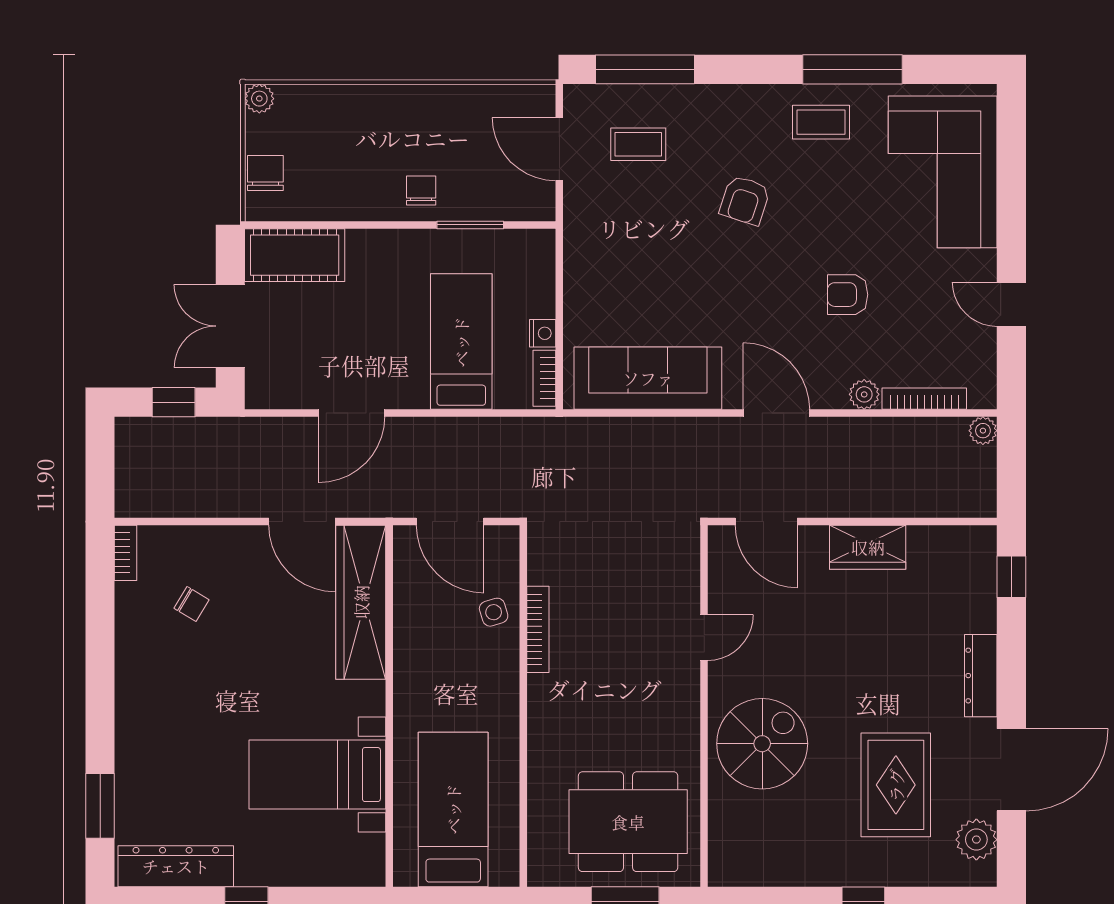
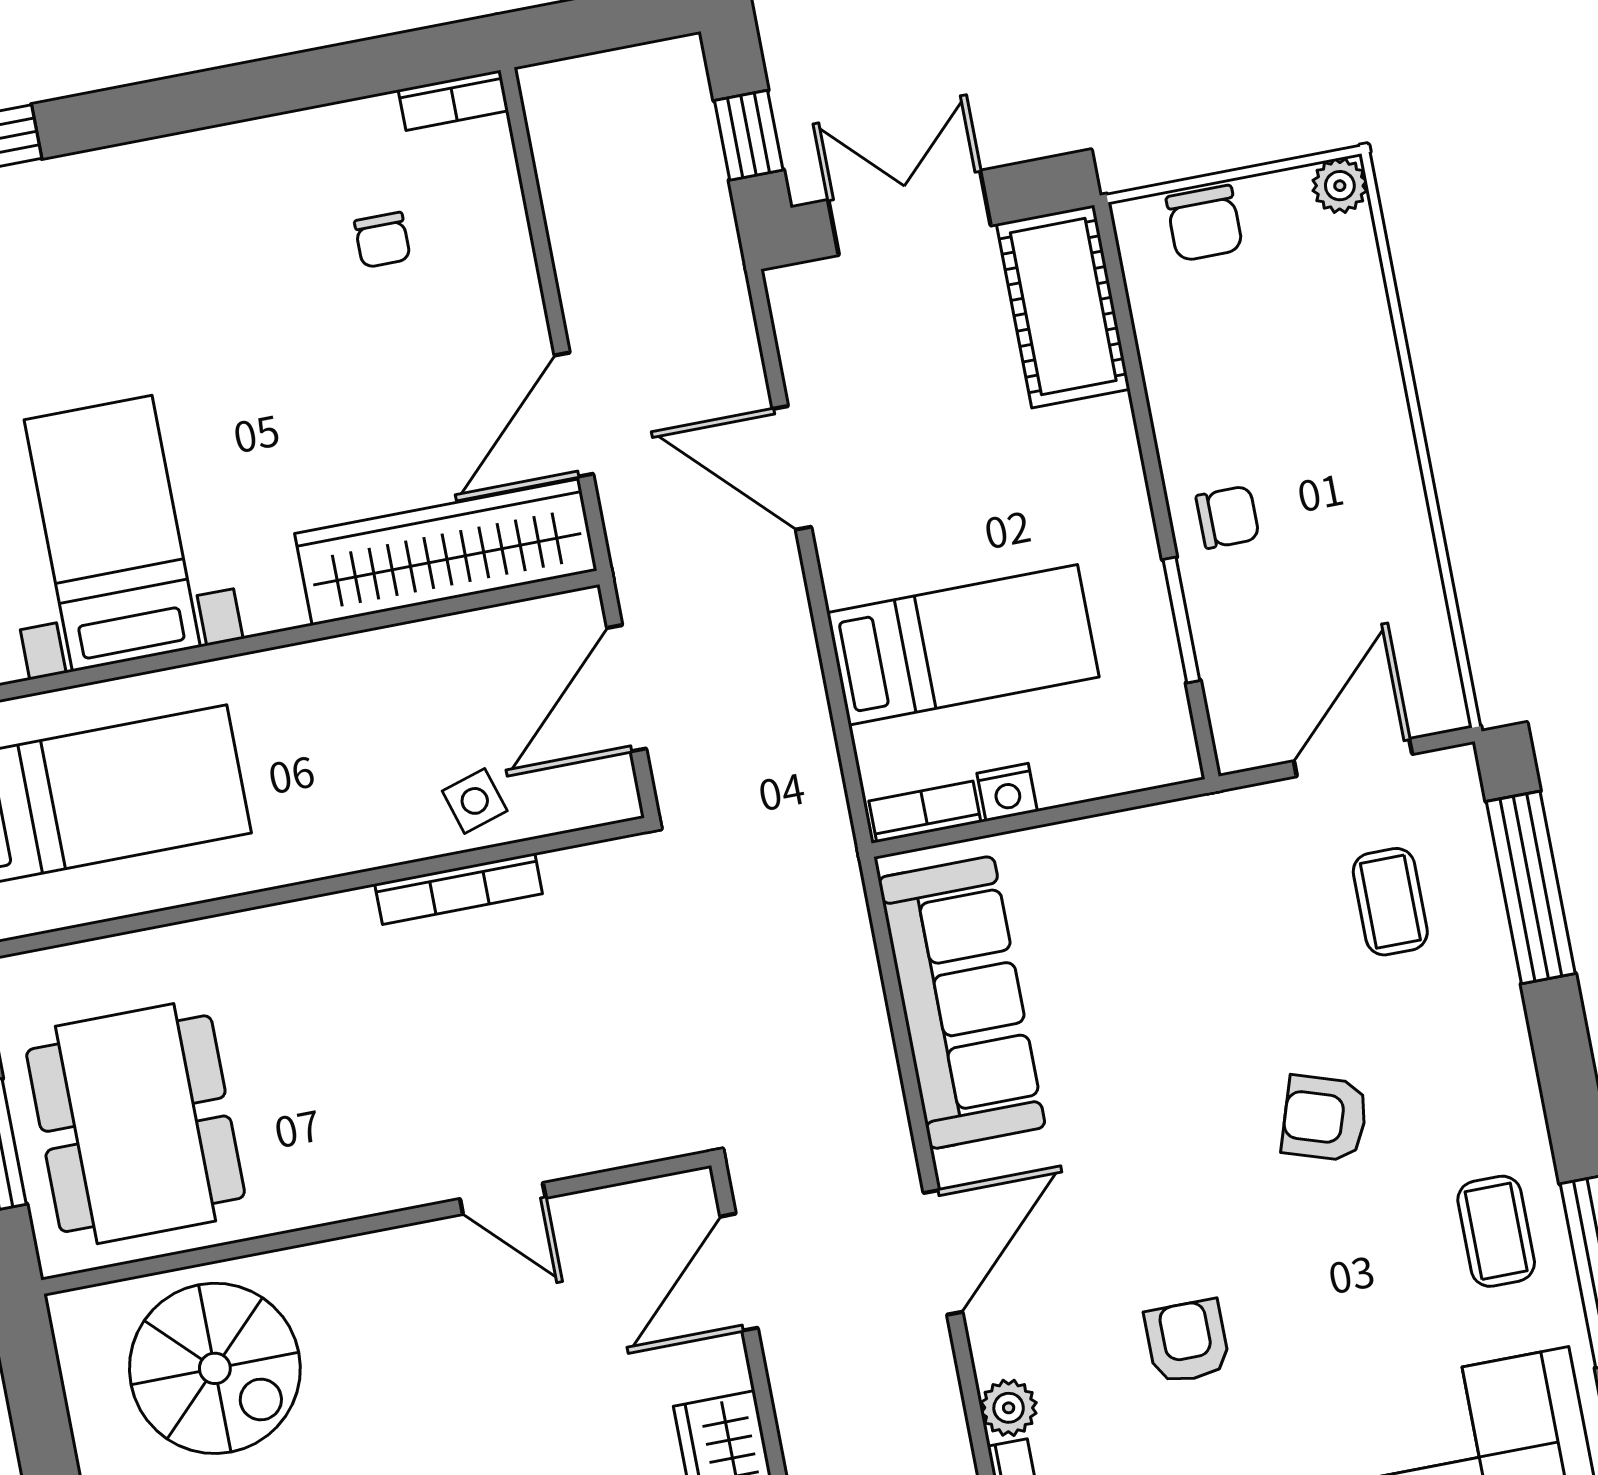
chair: (265, 173) -> (1204, 223), turned 90
chair: (191, 604) -> (382, 240), turned -31
spiral stairs: (762, 744) -> (215, 1368), moved

